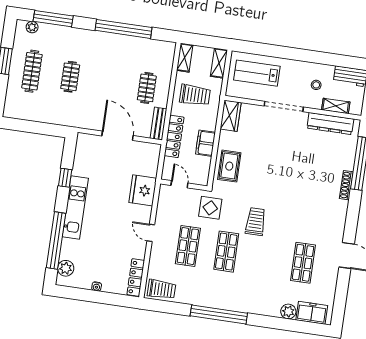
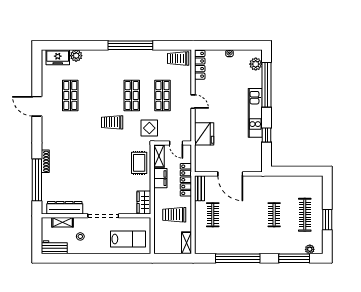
shelving: (219, 63) -> (159, 156), moved
trolley: (256, 222) -> (112, 122), turned 90

